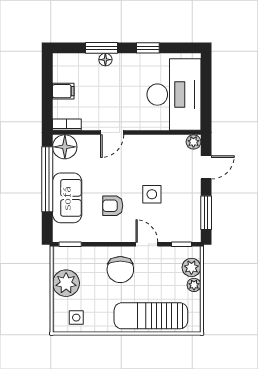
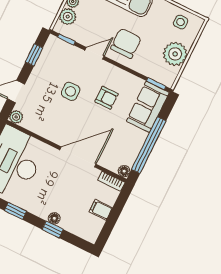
window: (102, 48) -> (53, 229), width x0.67
door: (112, 133) -> (78, 157), width x1.87
floor lamp: (65, 147) -> (124, 171), width x0.53, depth x0.53
sofa: (67, 198) -> (148, 107), moved
window: (206, 213) -> (34, 55), width x0.67
door: (147, 244) -> (94, 53), swing flipped

